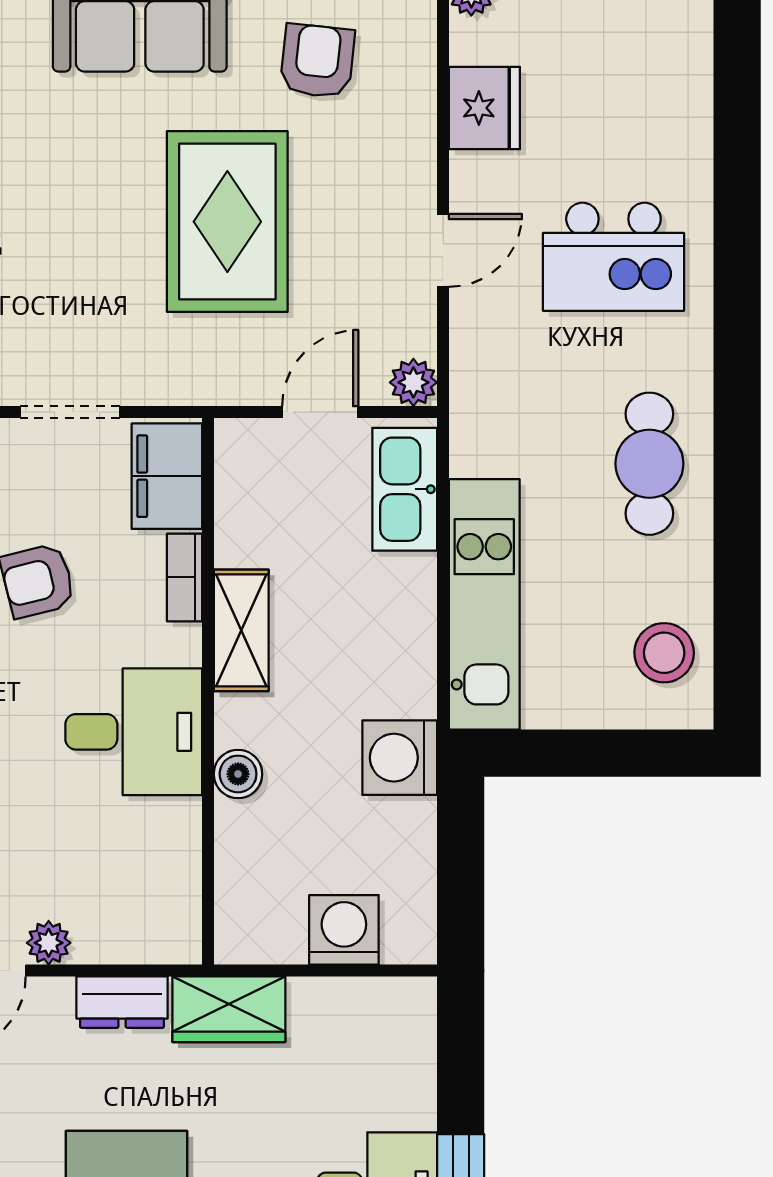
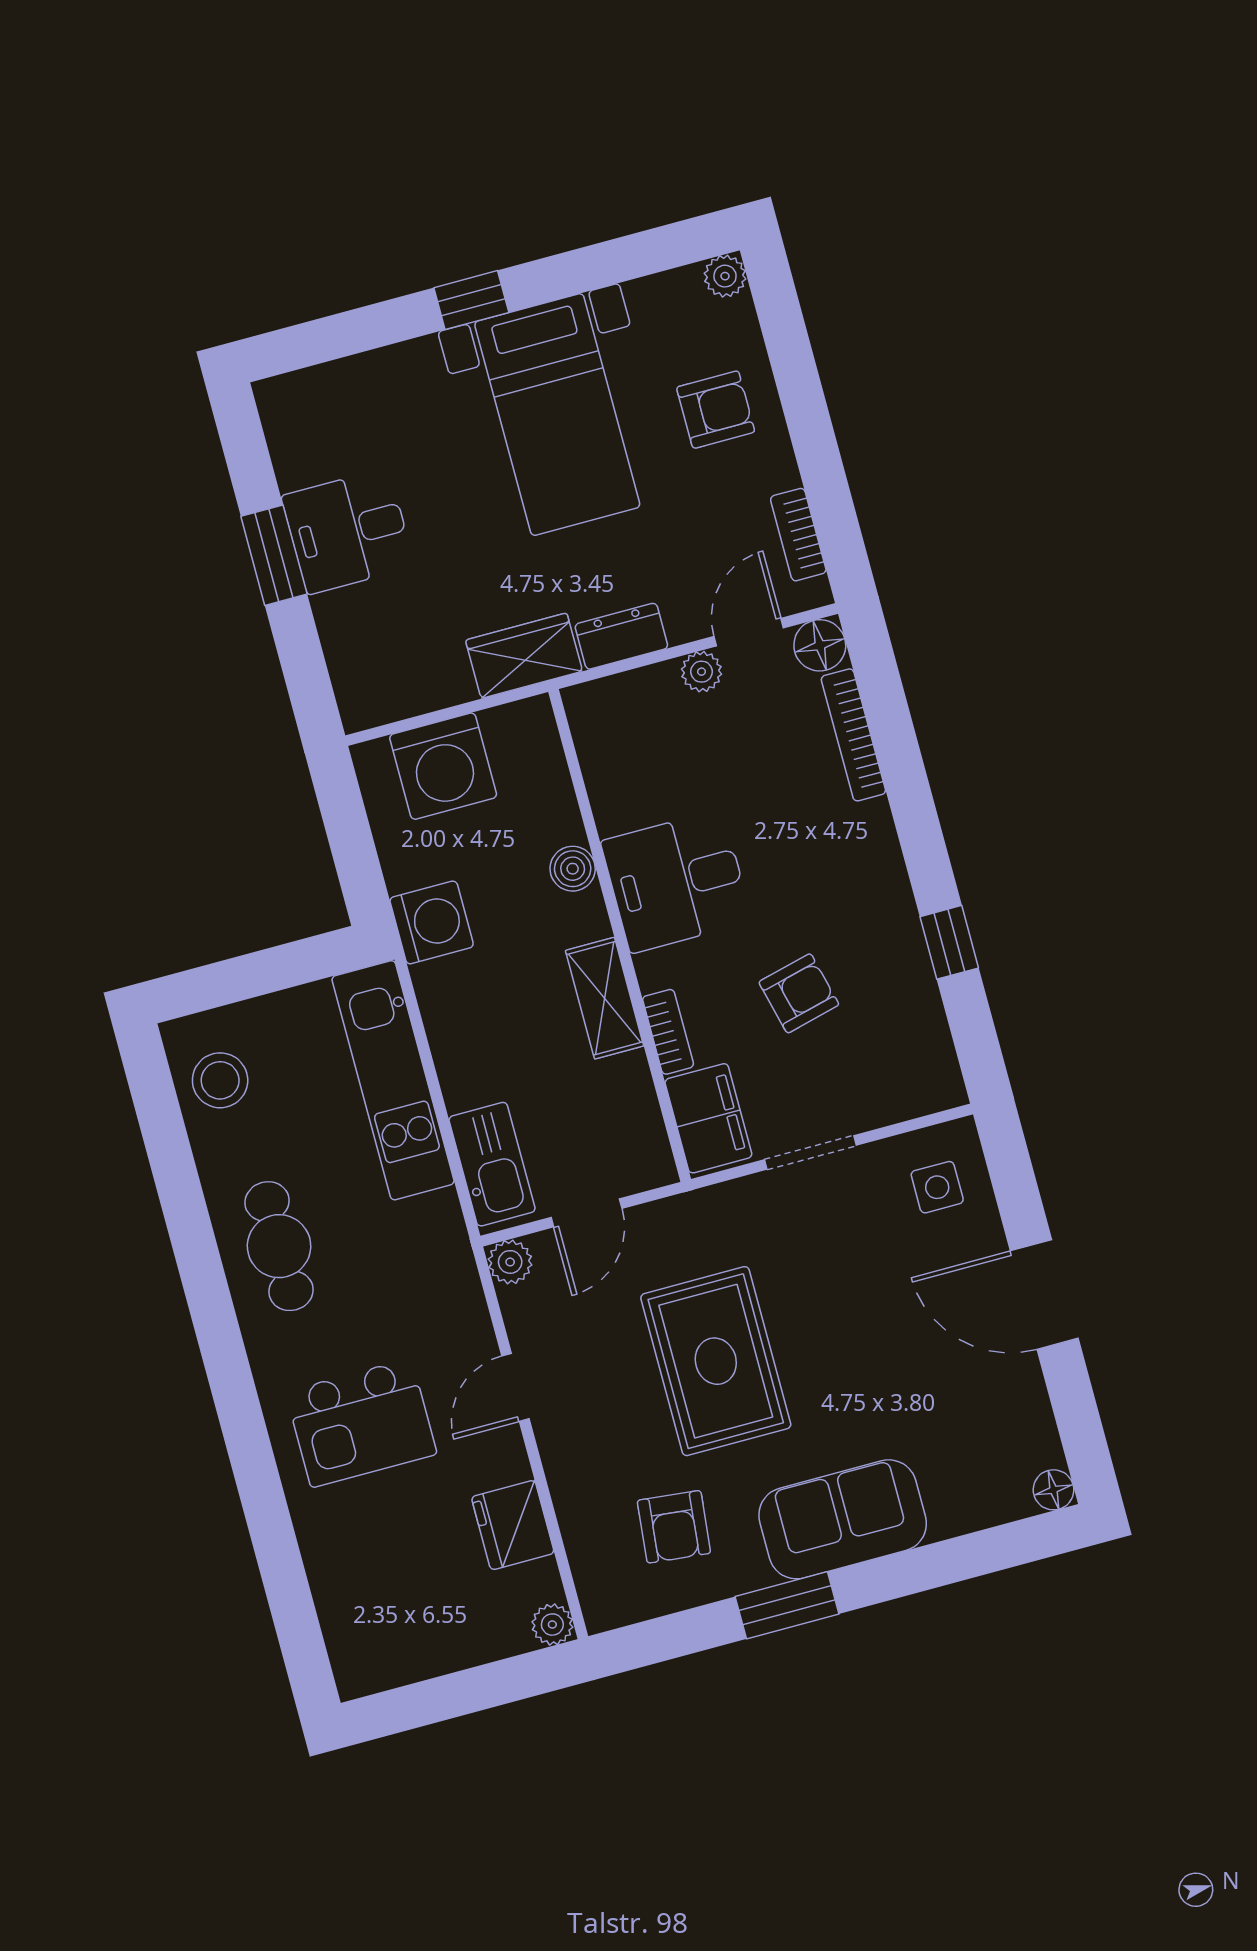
kitchen island: (613, 257) -> (361, 1423), turned 180
washing machine: (344, 930) -> (443, 766), width x1.37, depth x1.37

